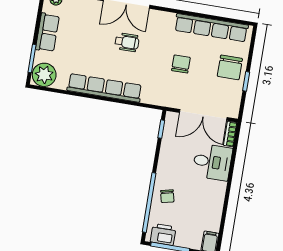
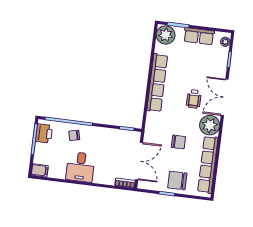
plant: (161, 23) -> (210, 125), added
double door: (203, 115) -> (139, 161), swing flipped
desk: (212, 162) -> (80, 167), moved

